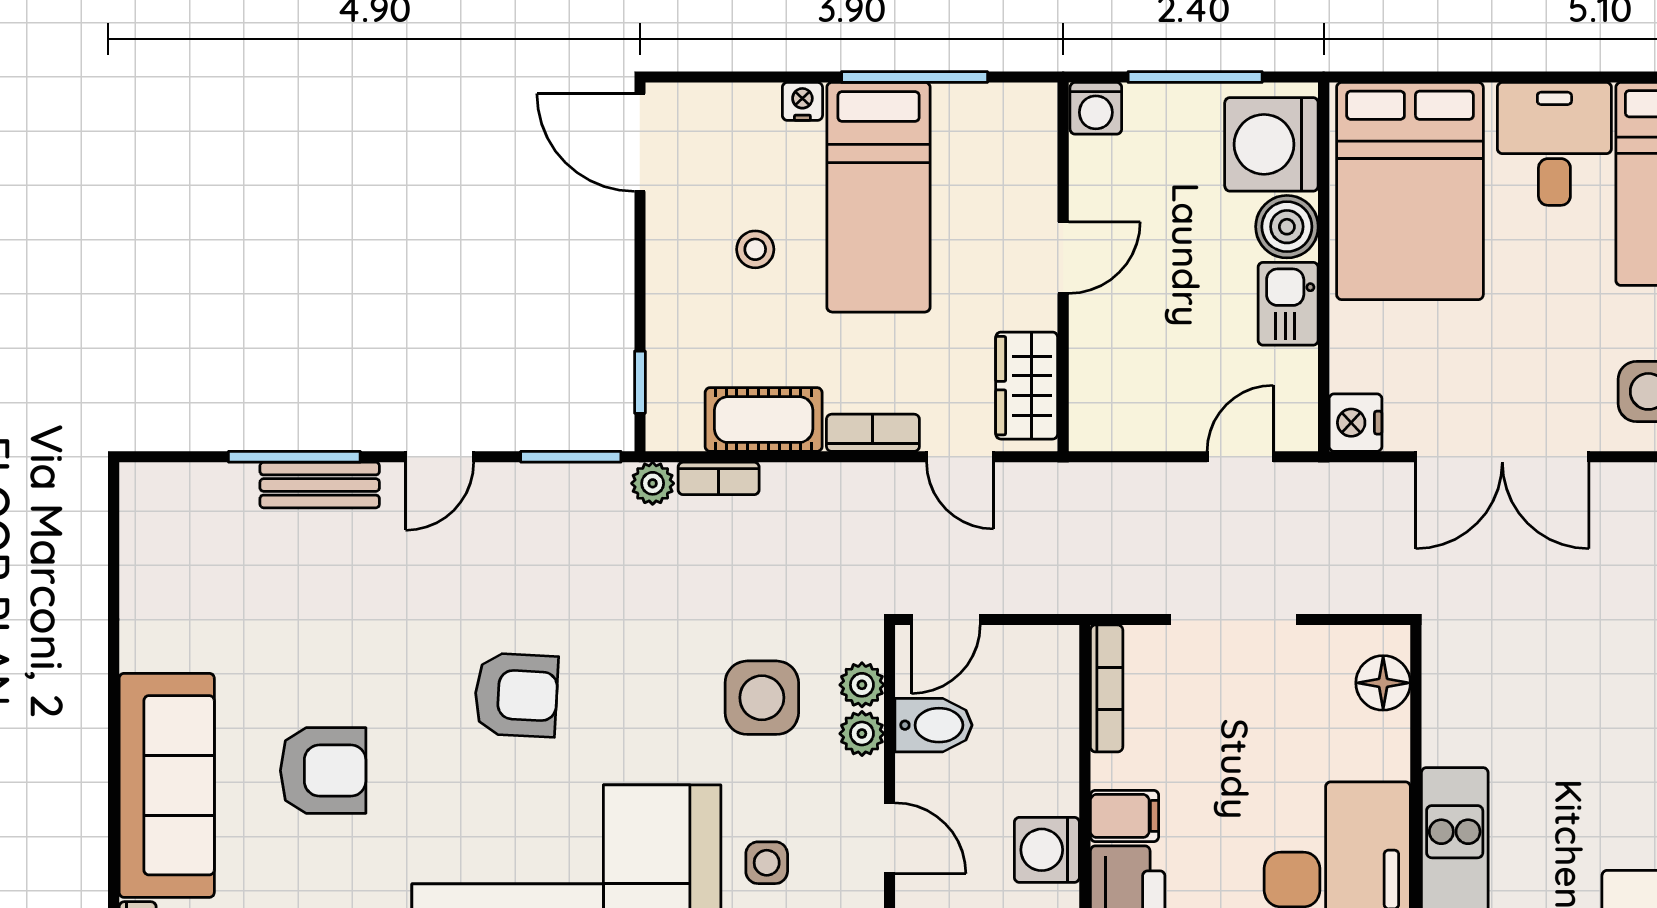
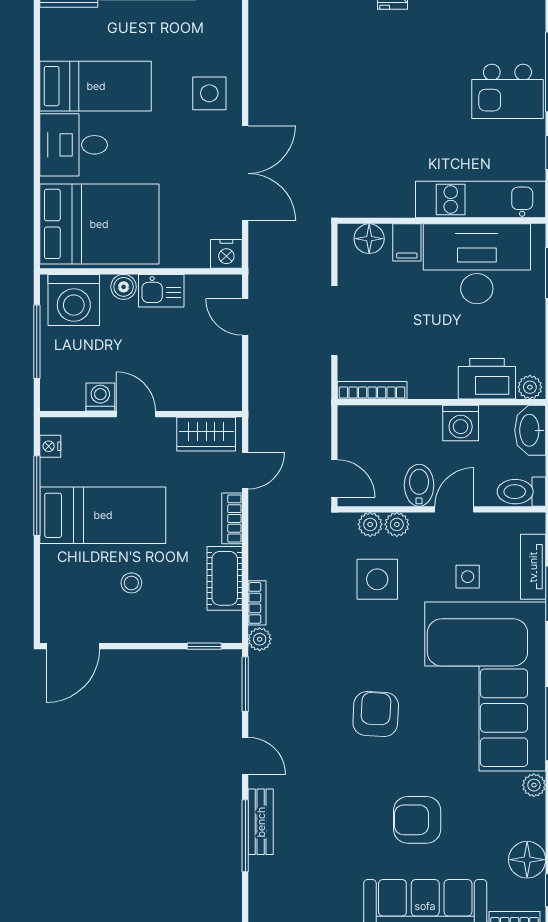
nightstand: (802, 101) -> (50, 446), moved
washing machine: (1096, 108) -> (100, 397), moved, turned -90
boiler: (1287, 227) -> (124, 287), width x0.73, depth x0.73
bidet: (934, 725) -> (419, 485), moved
armchair: (323, 771) -> (417, 820), turned -90
filing cabinet: (1124, 816) -> (407, 242), moved, turned 180

